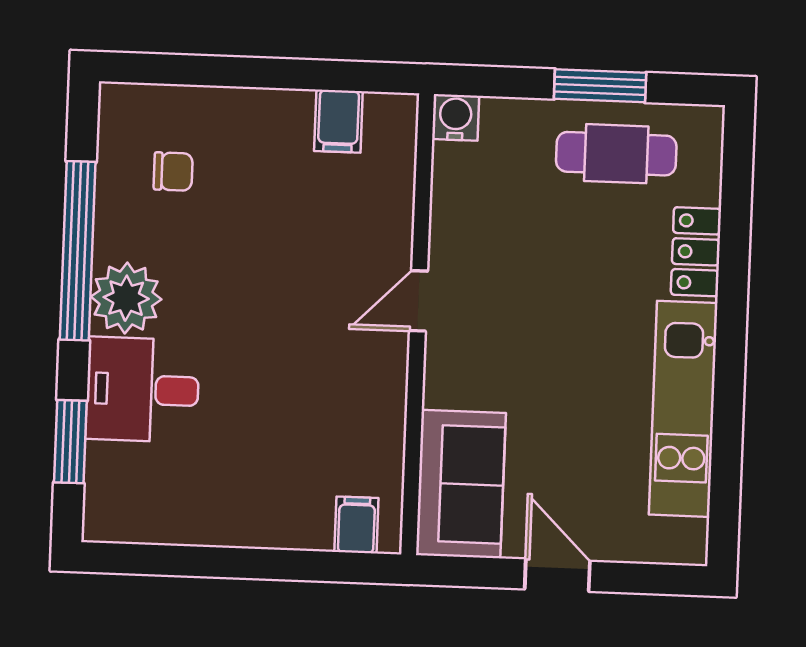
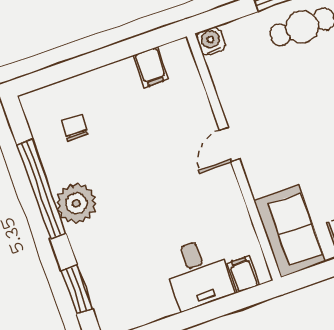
chair: (173, 172) -> (75, 128), turned -90
desk: (142, 390) -> (198, 274), moved, turned -90

